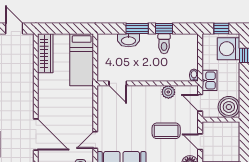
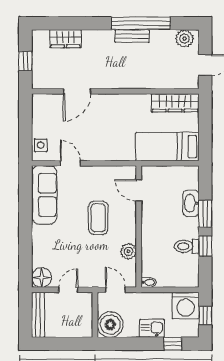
washing machine: (228, 49) -> (186, 306), moved, turned 180
kitchen sink: (209, 80) -> (152, 328), moved, turned 180
door: (118, 83) -> (139, 190), hinge flipped
door: (200, 103) -> (115, 290), hinge flipped
coffee table: (166, 131) -> (98, 218), moved
door: (36, 135) -> (77, 91), width x0.73

